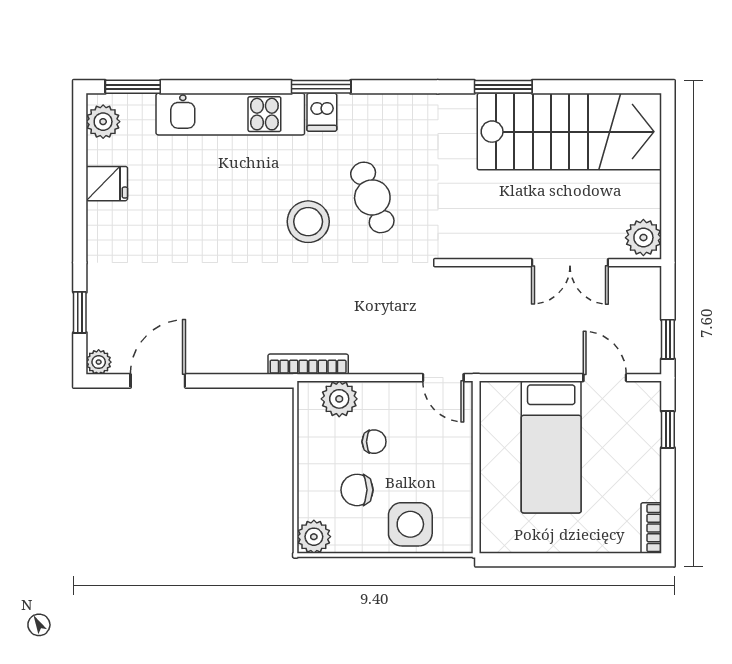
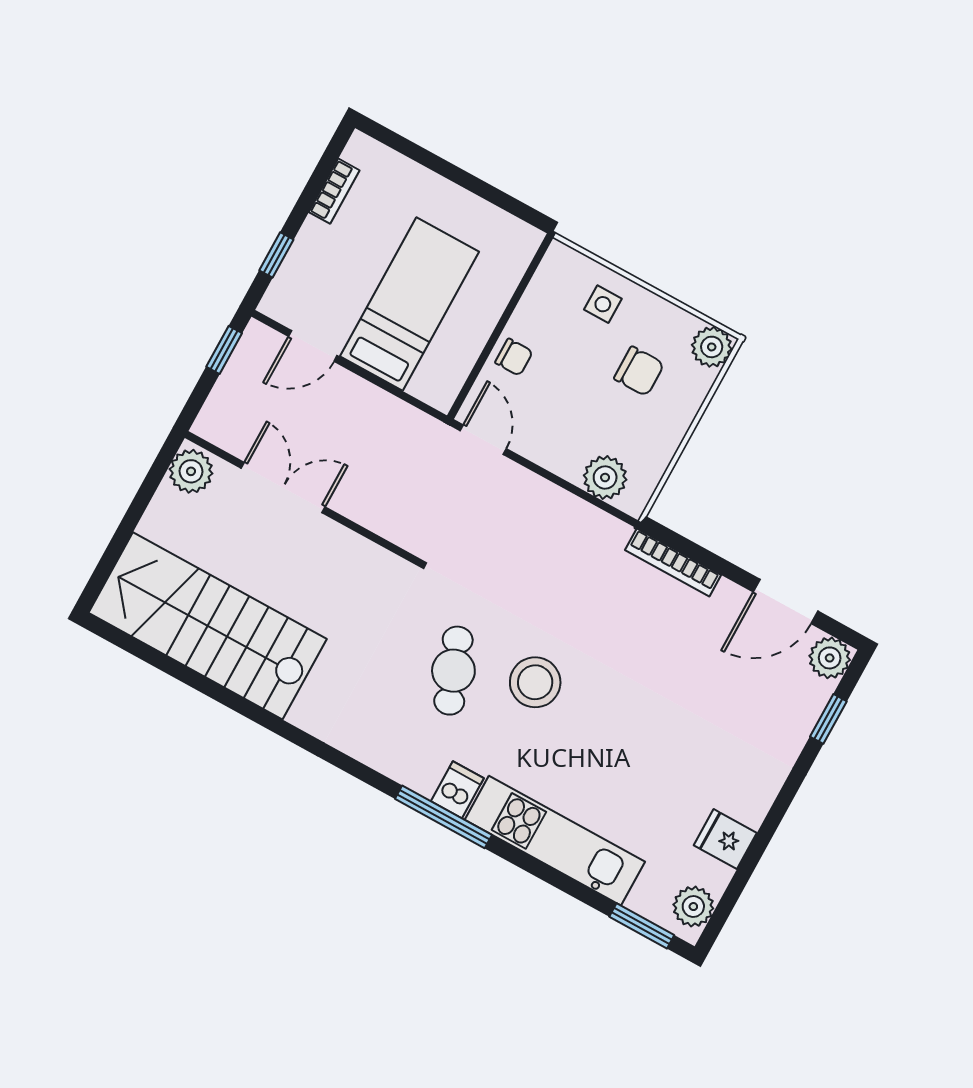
window: (321, 87) -> (443, 817), width x1.44
window: (503, 87) -> (251, 711), removed
plant: (99, 362) -> (830, 658), width x1.38, depth x1.38
bookcase: (308, 364) -> (673, 562), moved
door: (605, 378) -> (313, 346), hinge flipped
chair: (374, 442) -> (514, 357), moved, turned 180
side table: (410, 524) -> (603, 304), width x0.54, depth x0.54
bookcase: (651, 528) -> (334, 191), moved

